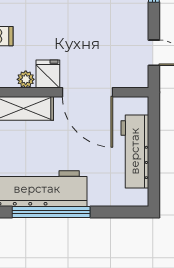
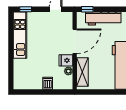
window: (154, 118) -> (87, 9), added

